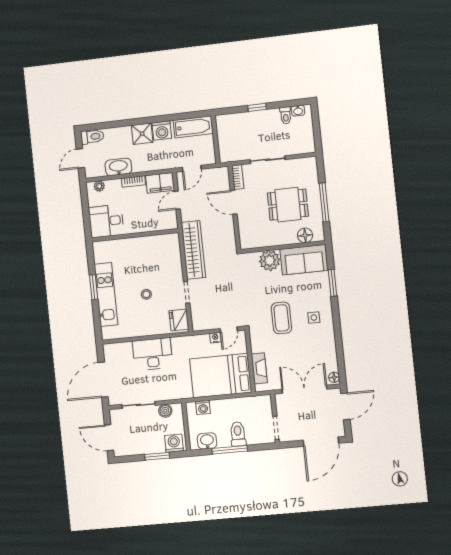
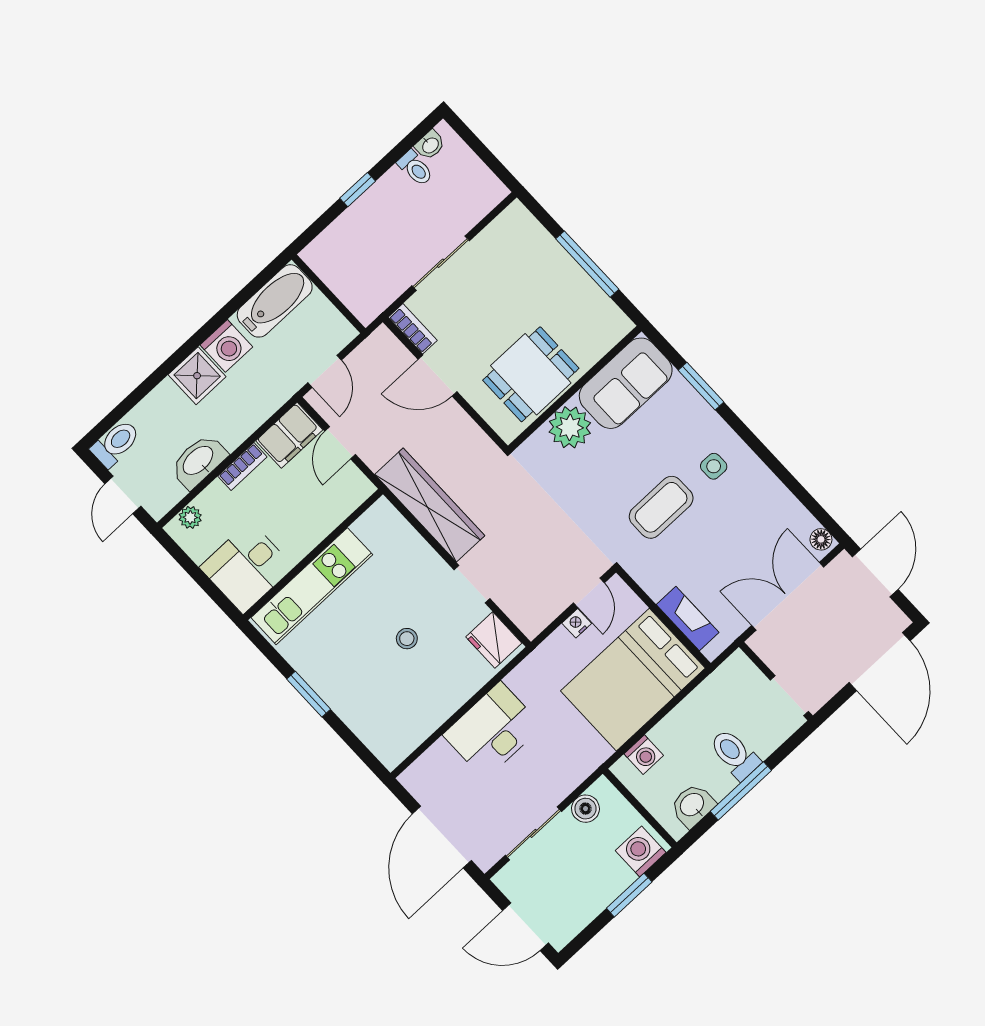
dining table: (288, 205) -> (531, 374), moved
floor lamp: (305, 235) -> (597, 342), removed
kitchen unit: (106, 295) -> (312, 586), moved, turned 90
coffee table: (281, 318) -> (661, 507), turned 90

